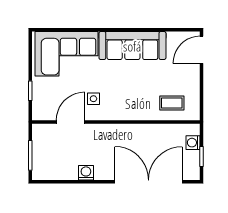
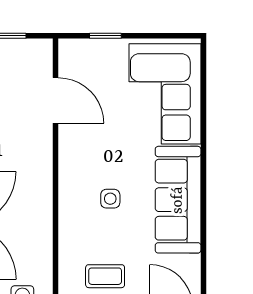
side table: (93, 99) -> (110, 199), moved
coffee table: (172, 103) -> (105, 276), moved, turned 90

